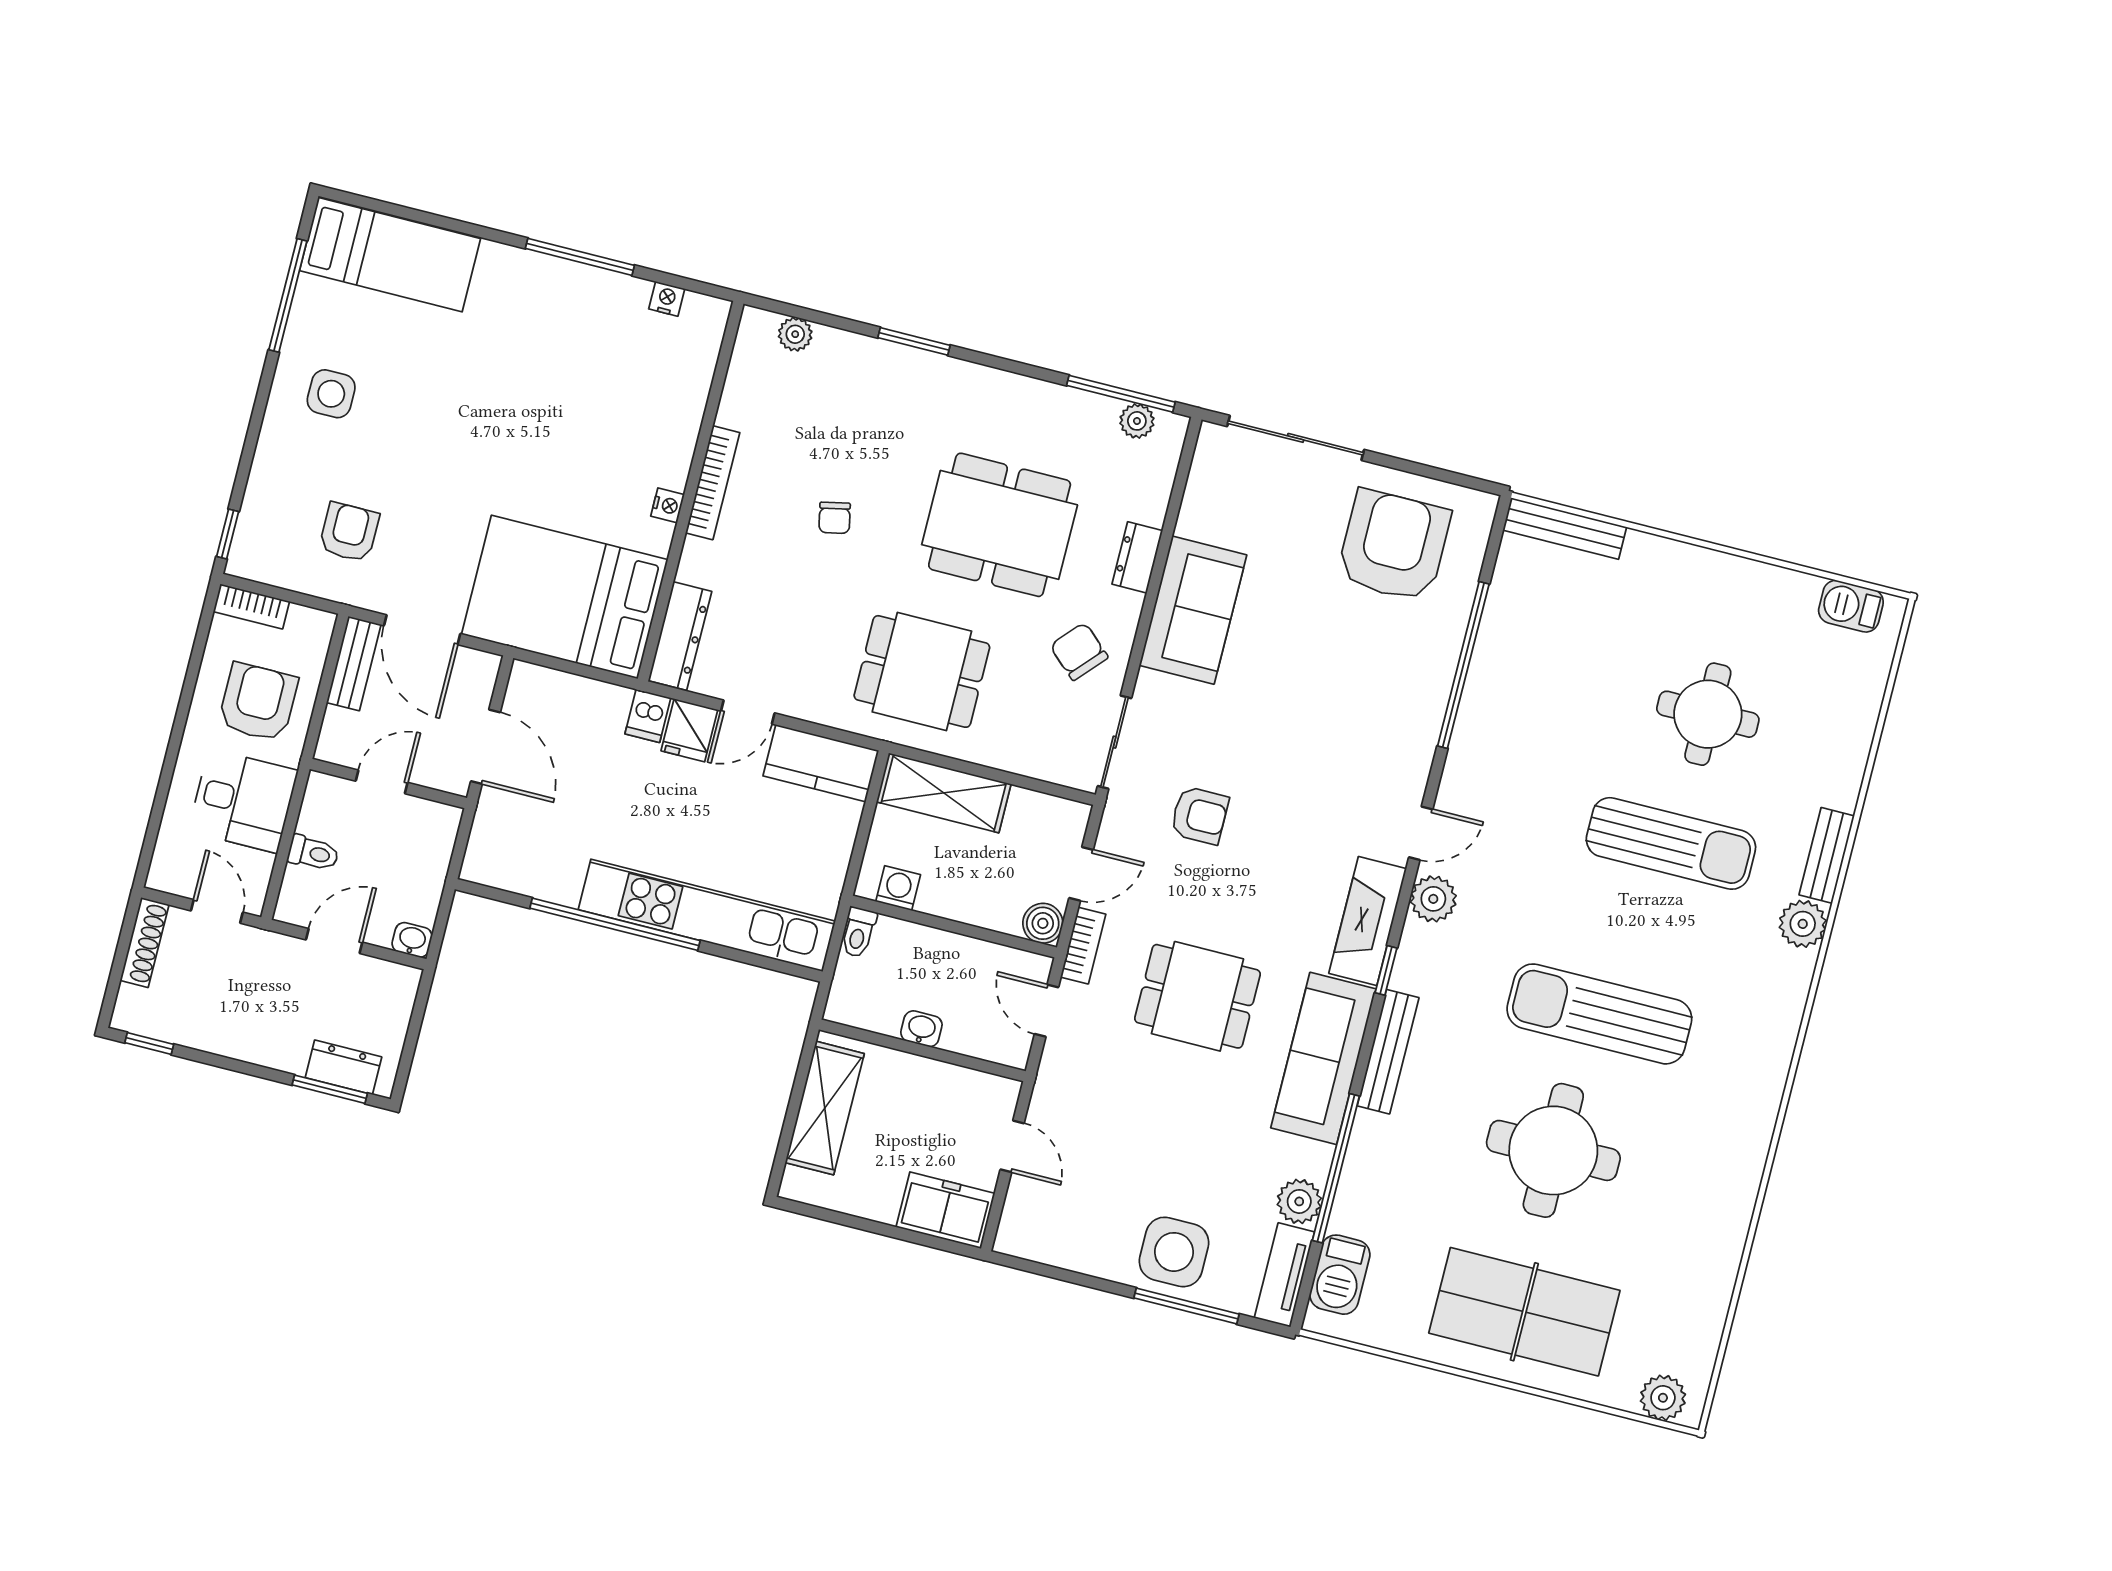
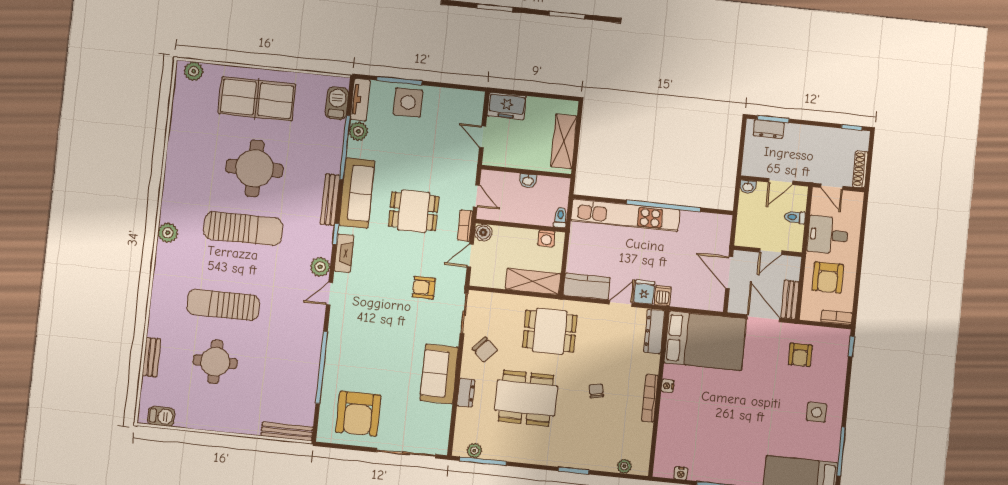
bench: (1827, 855) -> (151, 357), moved
fireplace: (1368, 921) -> (344, 253), width x0.73, depth x0.76
plant: (1803, 924) -> (168, 233), moved

